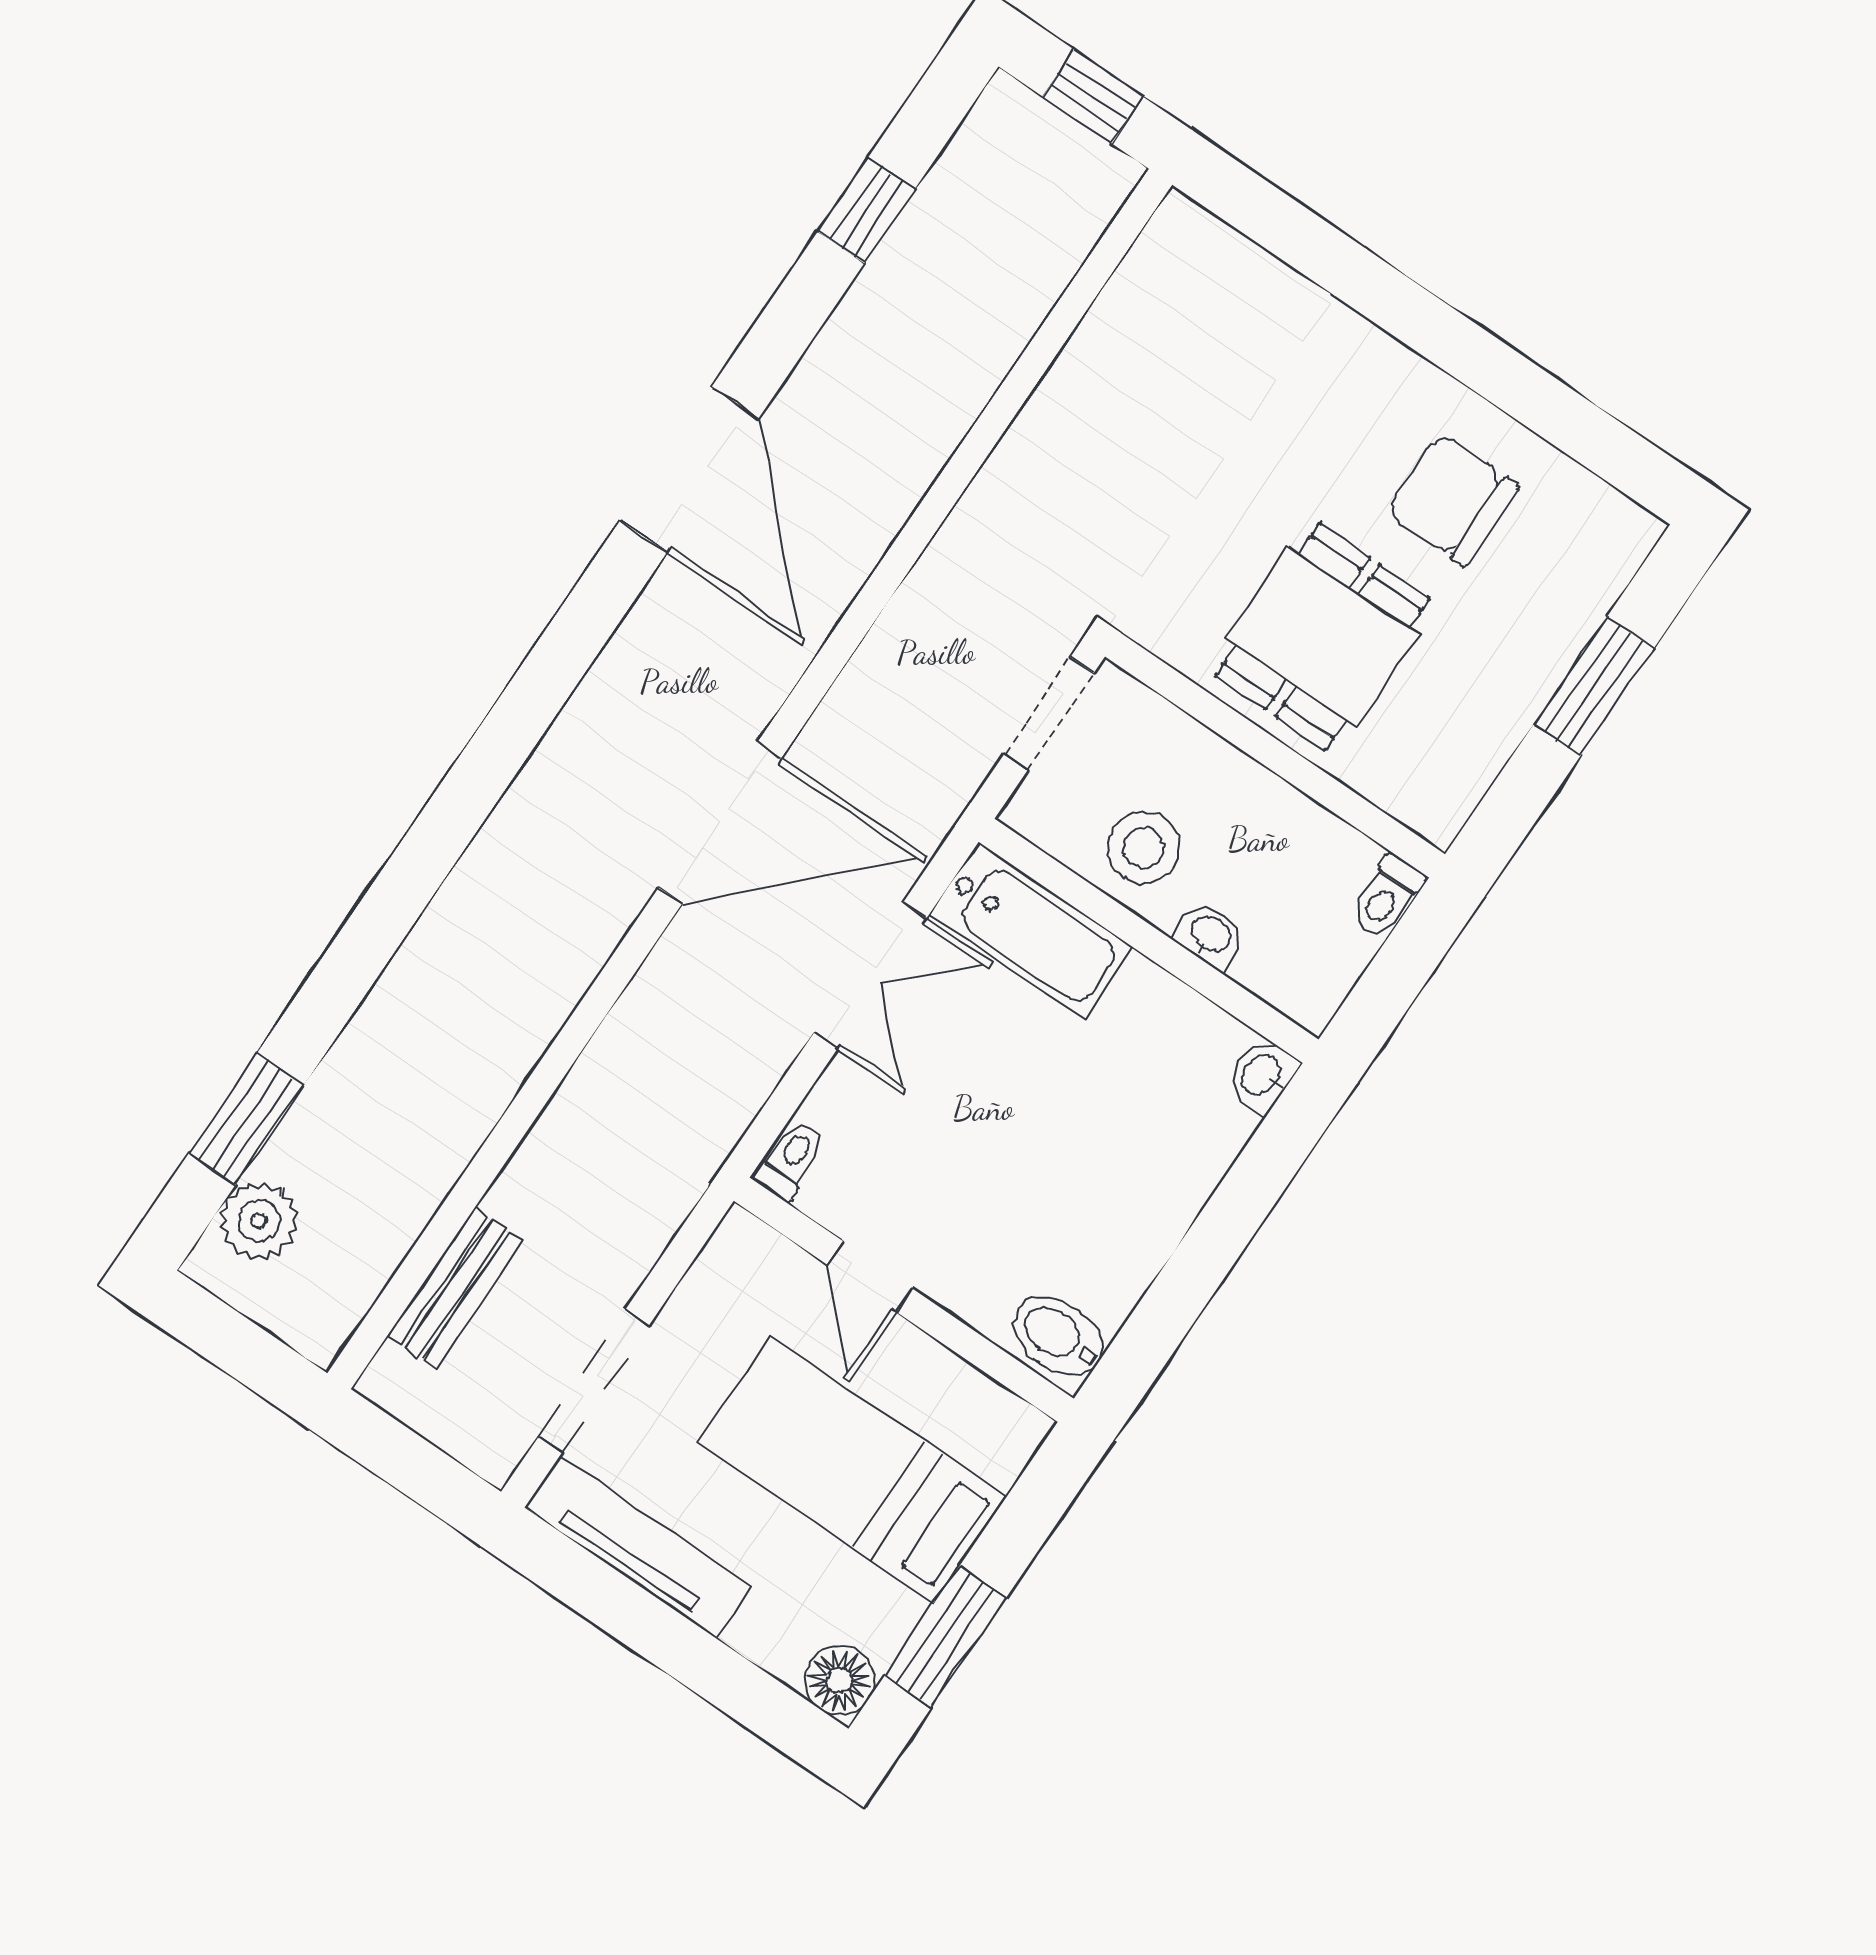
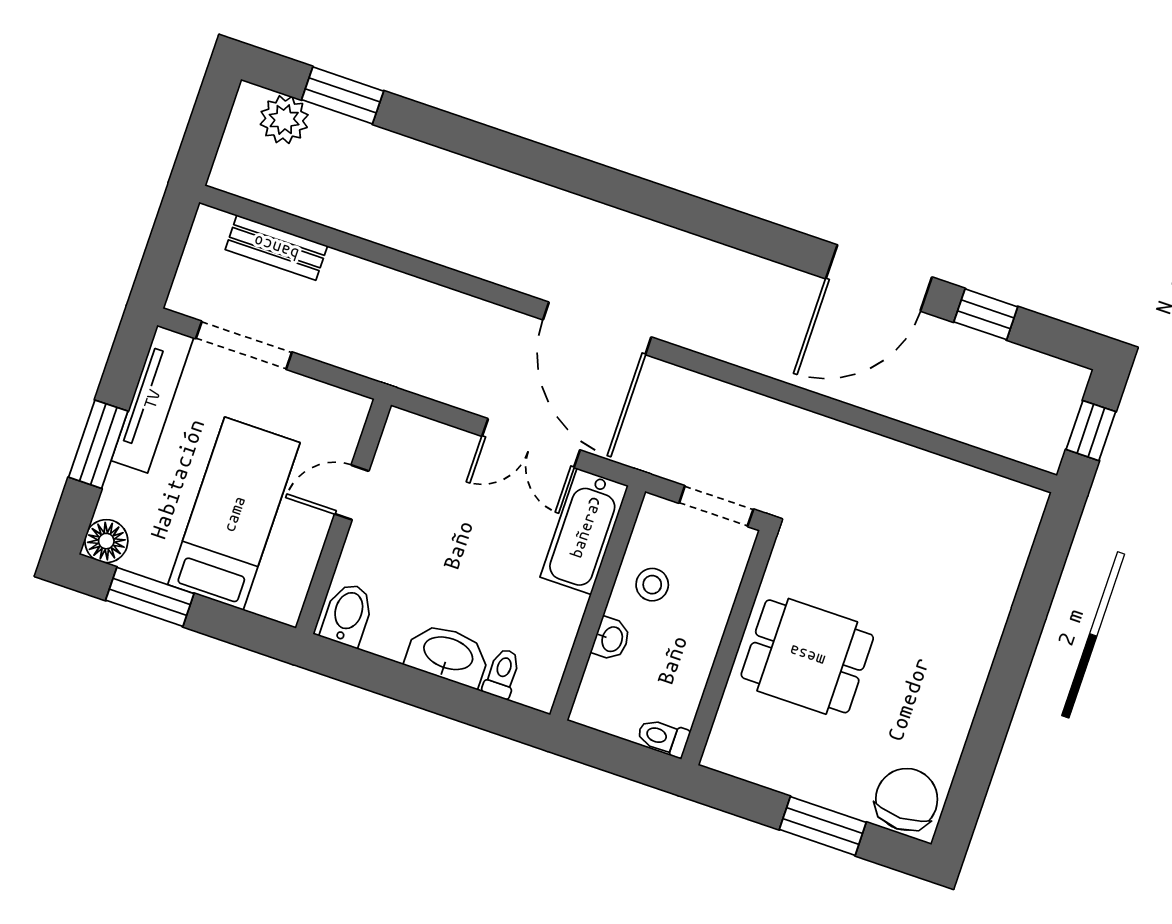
door: (690, 469) -> (879, 278), moved
chair: (1452, 500) -> (907, 799), moved
stool: (1144, 848) -> (652, 585), width x0.73, depth x0.73
washbasin: (1262, 1075) -> (448, 655), moved, width x1.91, depth x1.45
toilet: (791, 1159) -> (502, 673), moved, turned -90
window: (685, 1651) -> (98, 444), added

